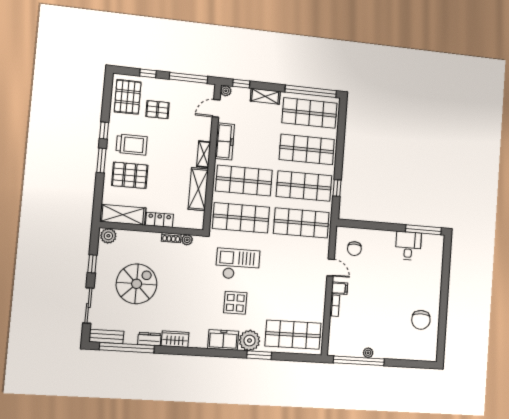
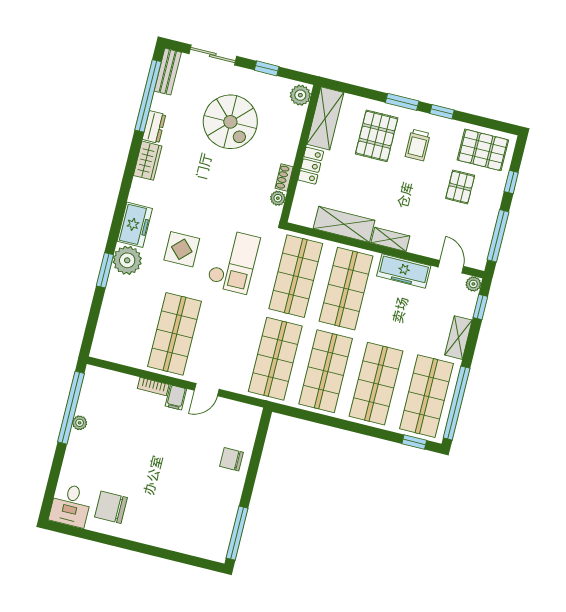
trolley: (132, 145) -> (418, 145), width x0.73, depth x0.72
window: (337, 188) -> (414, 442), moved
desk: (408, 246) -> (71, 505), moved, turned 90
chair: (354, 249) -> (231, 459), moved
shop shelf: (293, 335) -> (174, 334), moved

